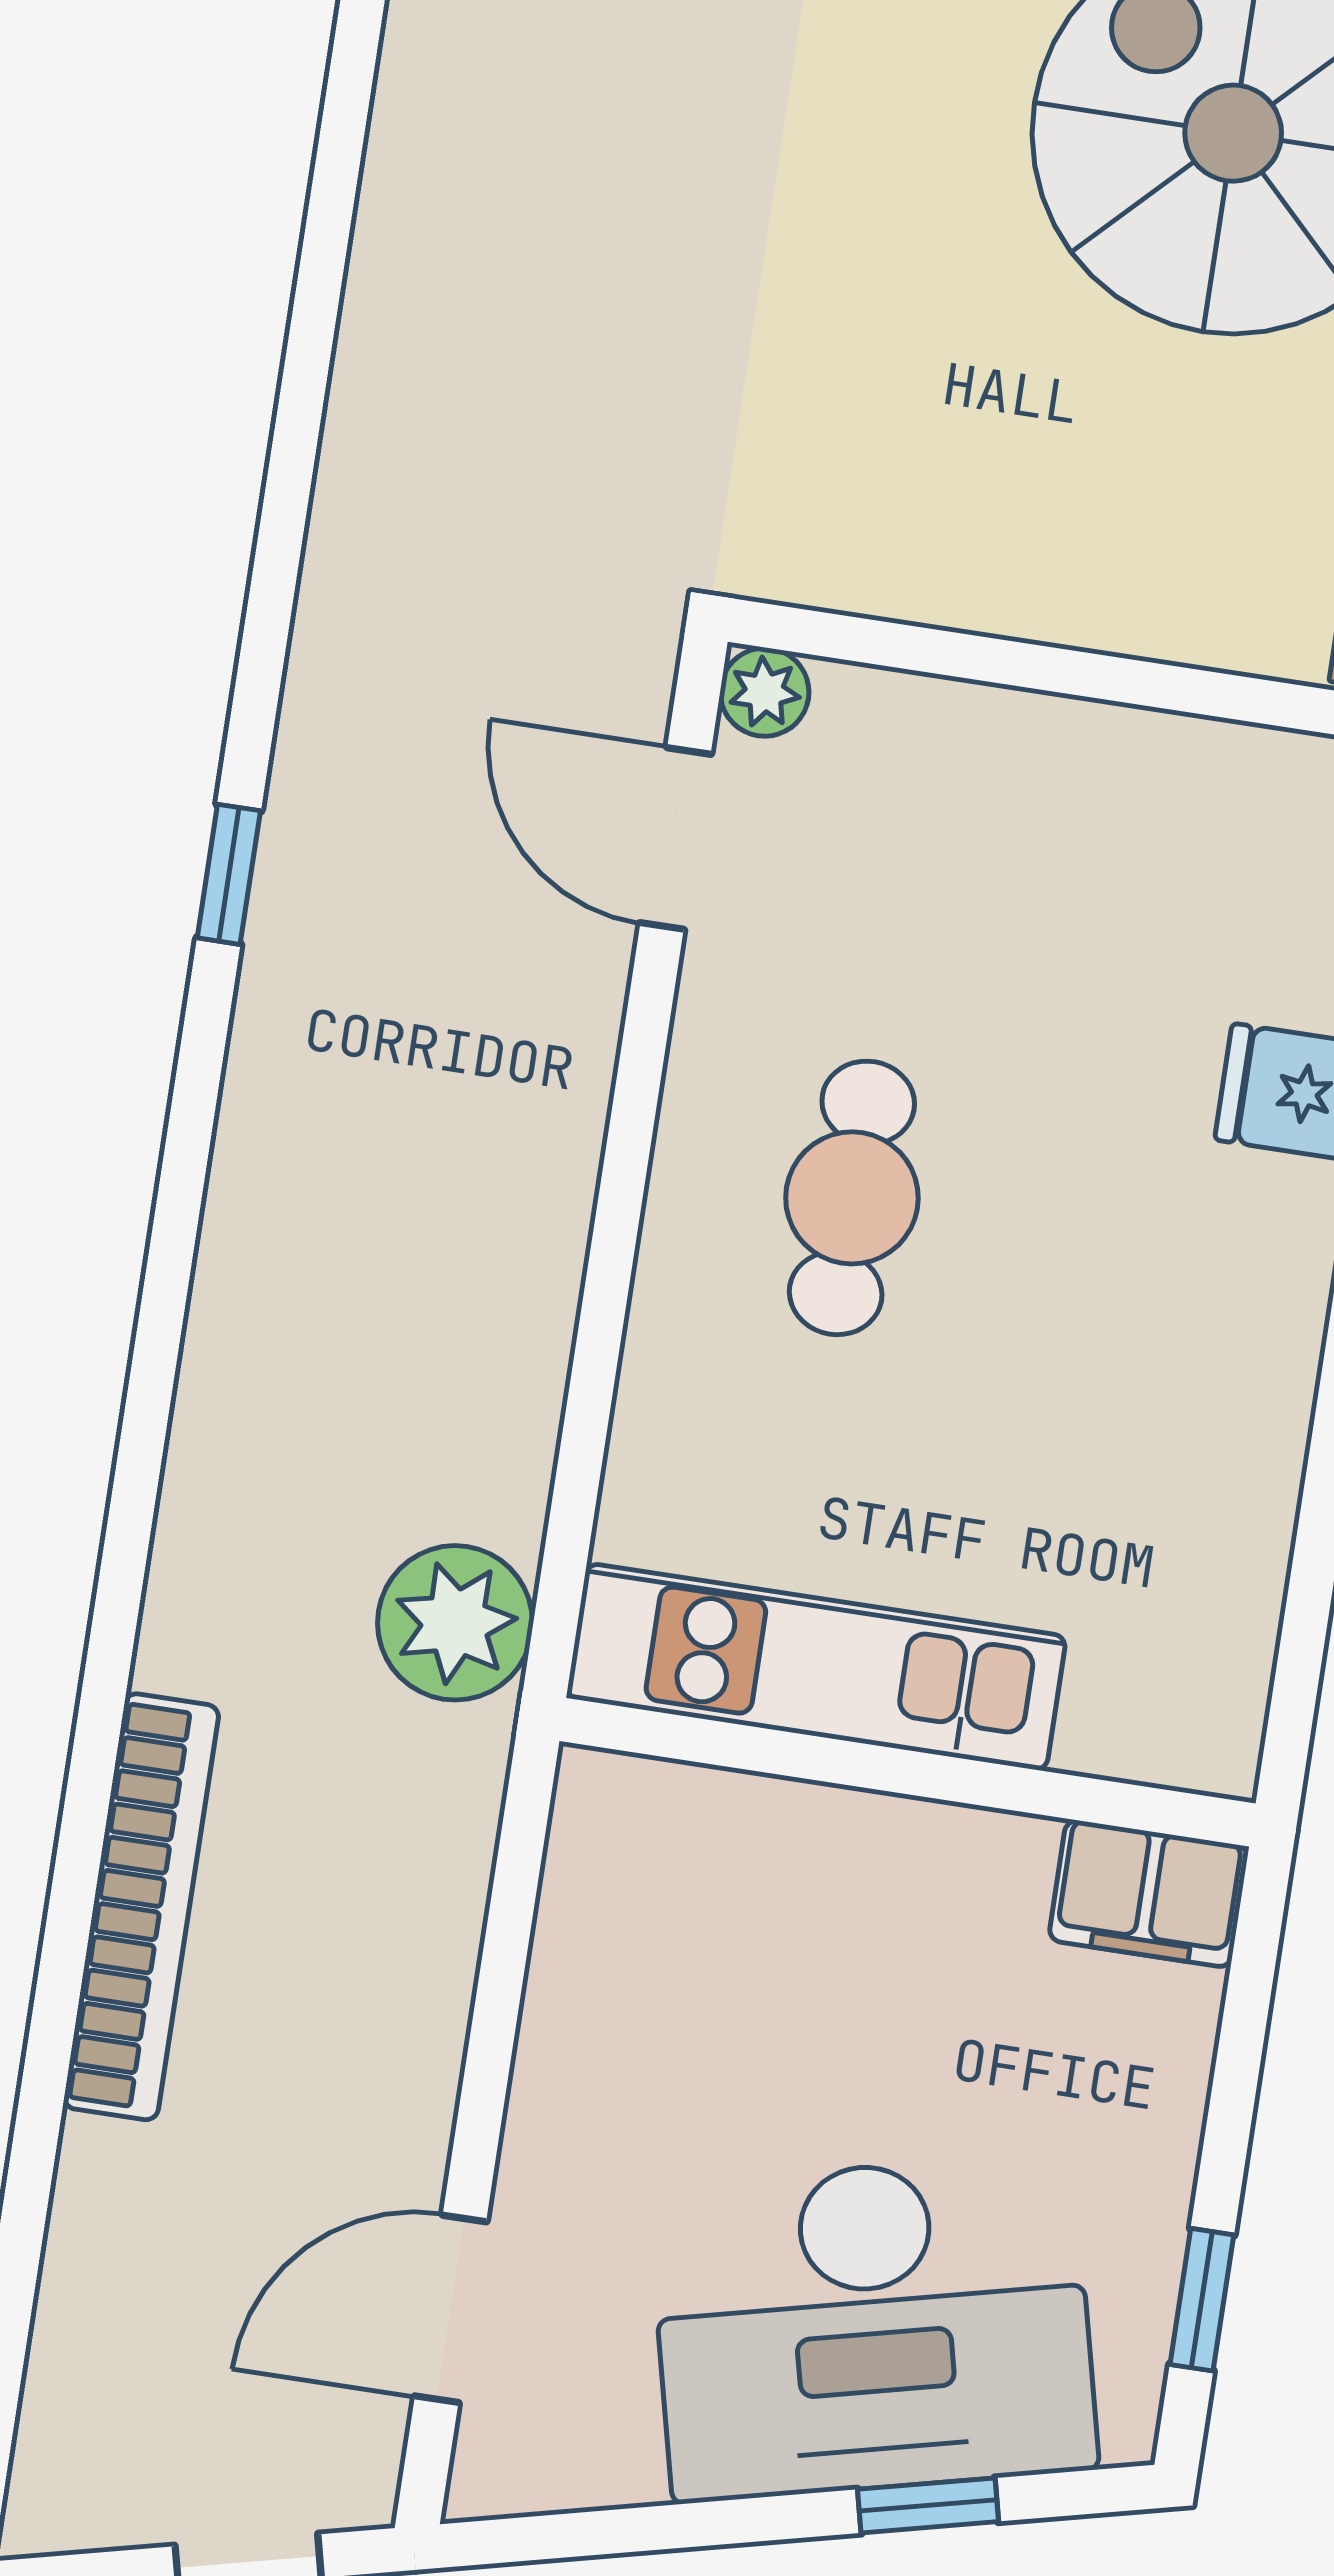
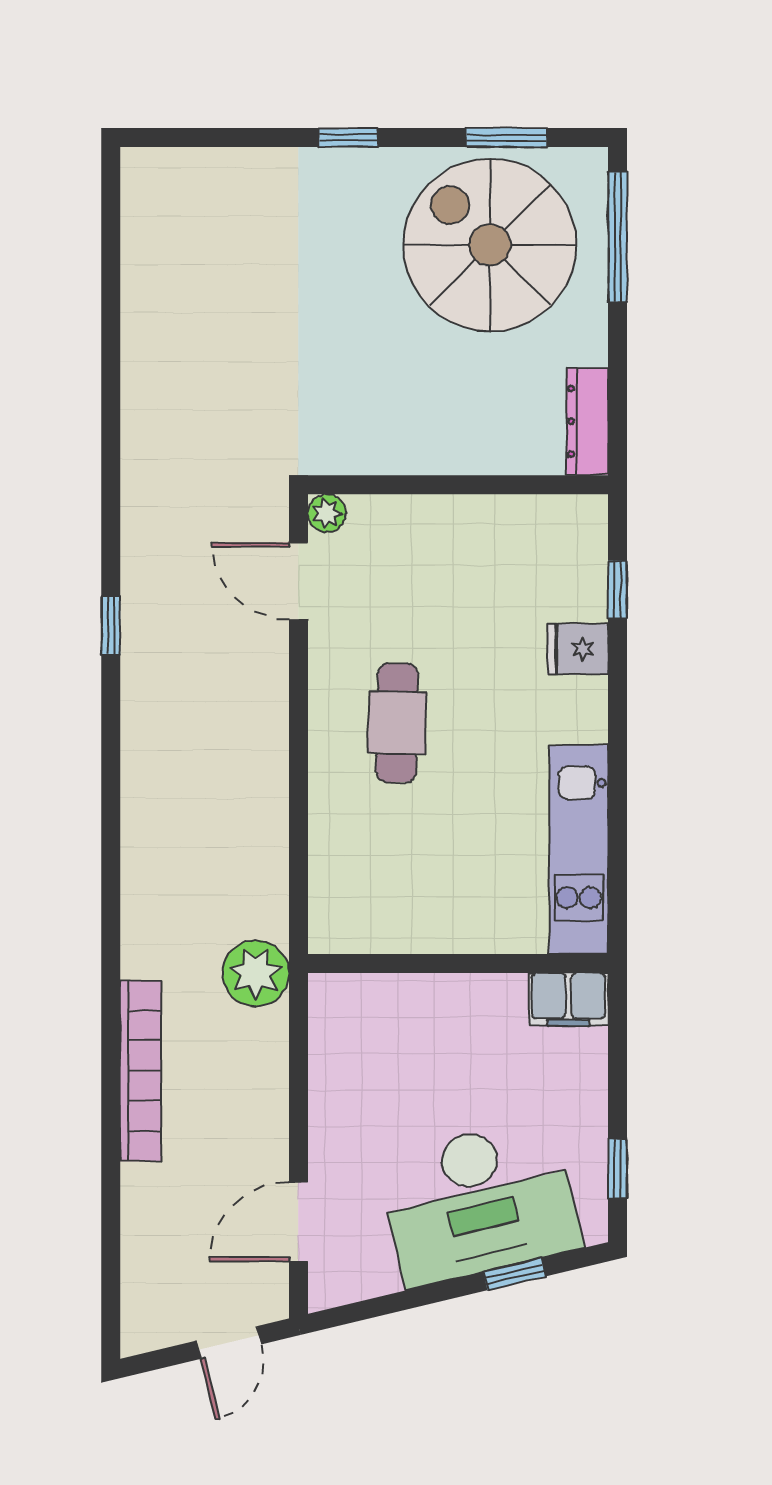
plant: (455, 1623) -> (256, 973), moved
kitchen unit: (816, 1667) -> (579, 850), moved, turned -90

